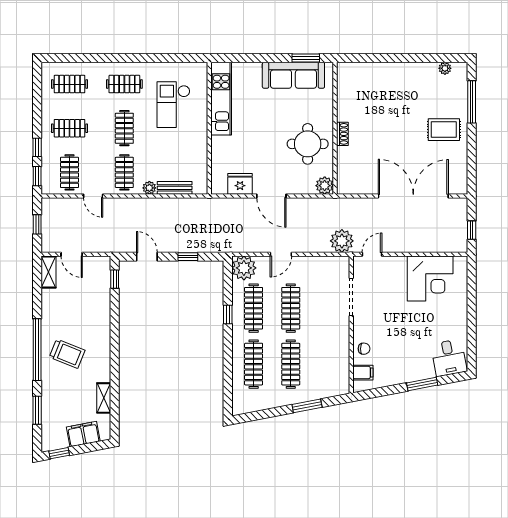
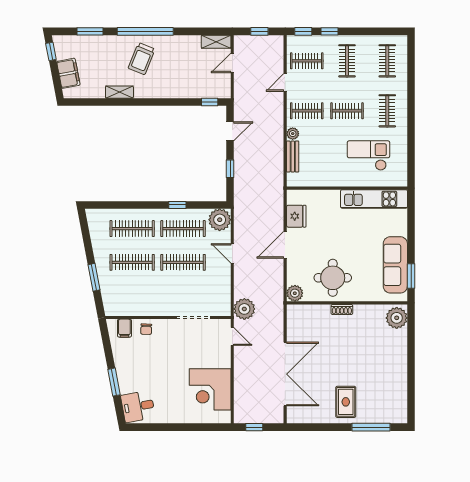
plant: (445, 68) -> (397, 318), moved, width x1.87, depth x1.87
shelving: (104, 398) -> (119, 92), moved

